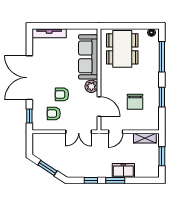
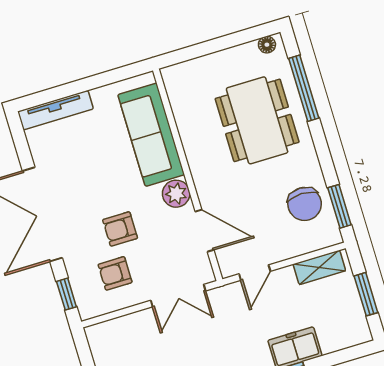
dining table: (122, 49) -> (257, 120), moved
window: (162, 97) -> (339, 206), moved
chair: (135, 102) -> (305, 204), moved

